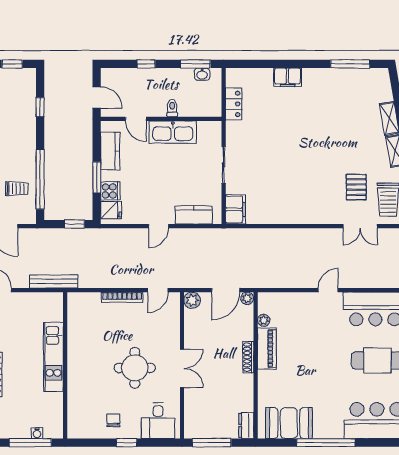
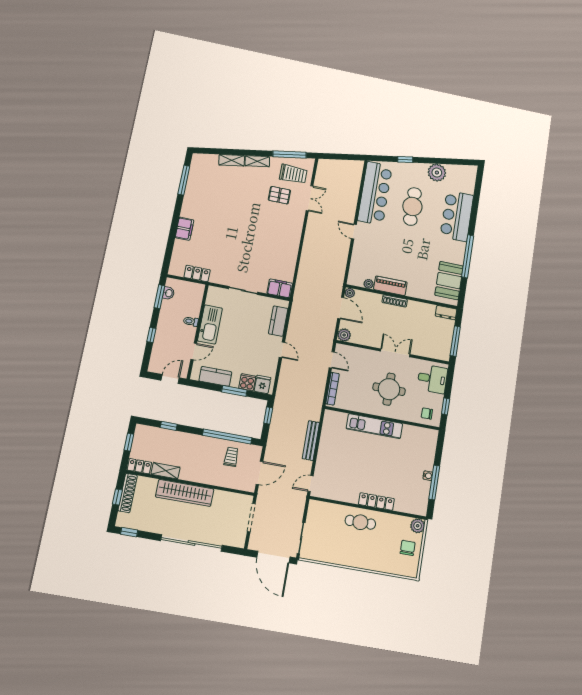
kitchen unit: (53, 357) -> (374, 426), moved
wall: (65, 365) -> (382, 418), moved

